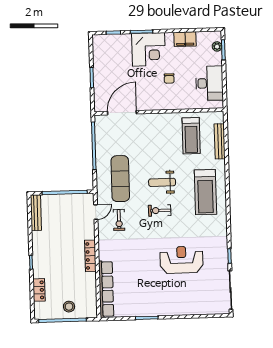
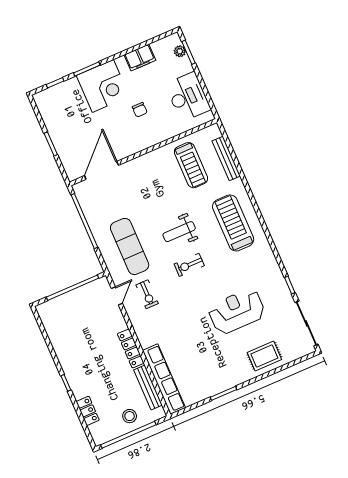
treadmill: (205, 192) -> (233, 223), turned 180
bench: (36, 213) -> (148, 388), moved
rug: (189, 302) -> (264, 356), added

